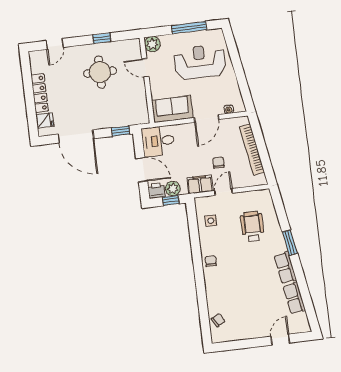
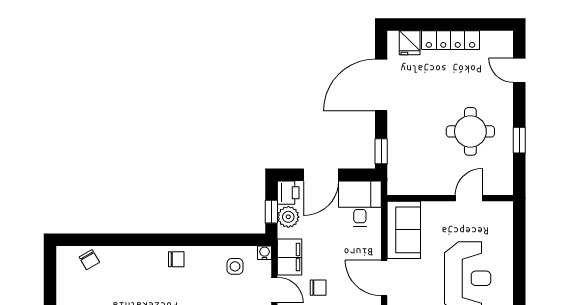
window: (189, 28) -> (519, 268), removed
plant: (152, 44) -> (502, 213), removed
water cooler: (199, 202) -> (265, 253), added

